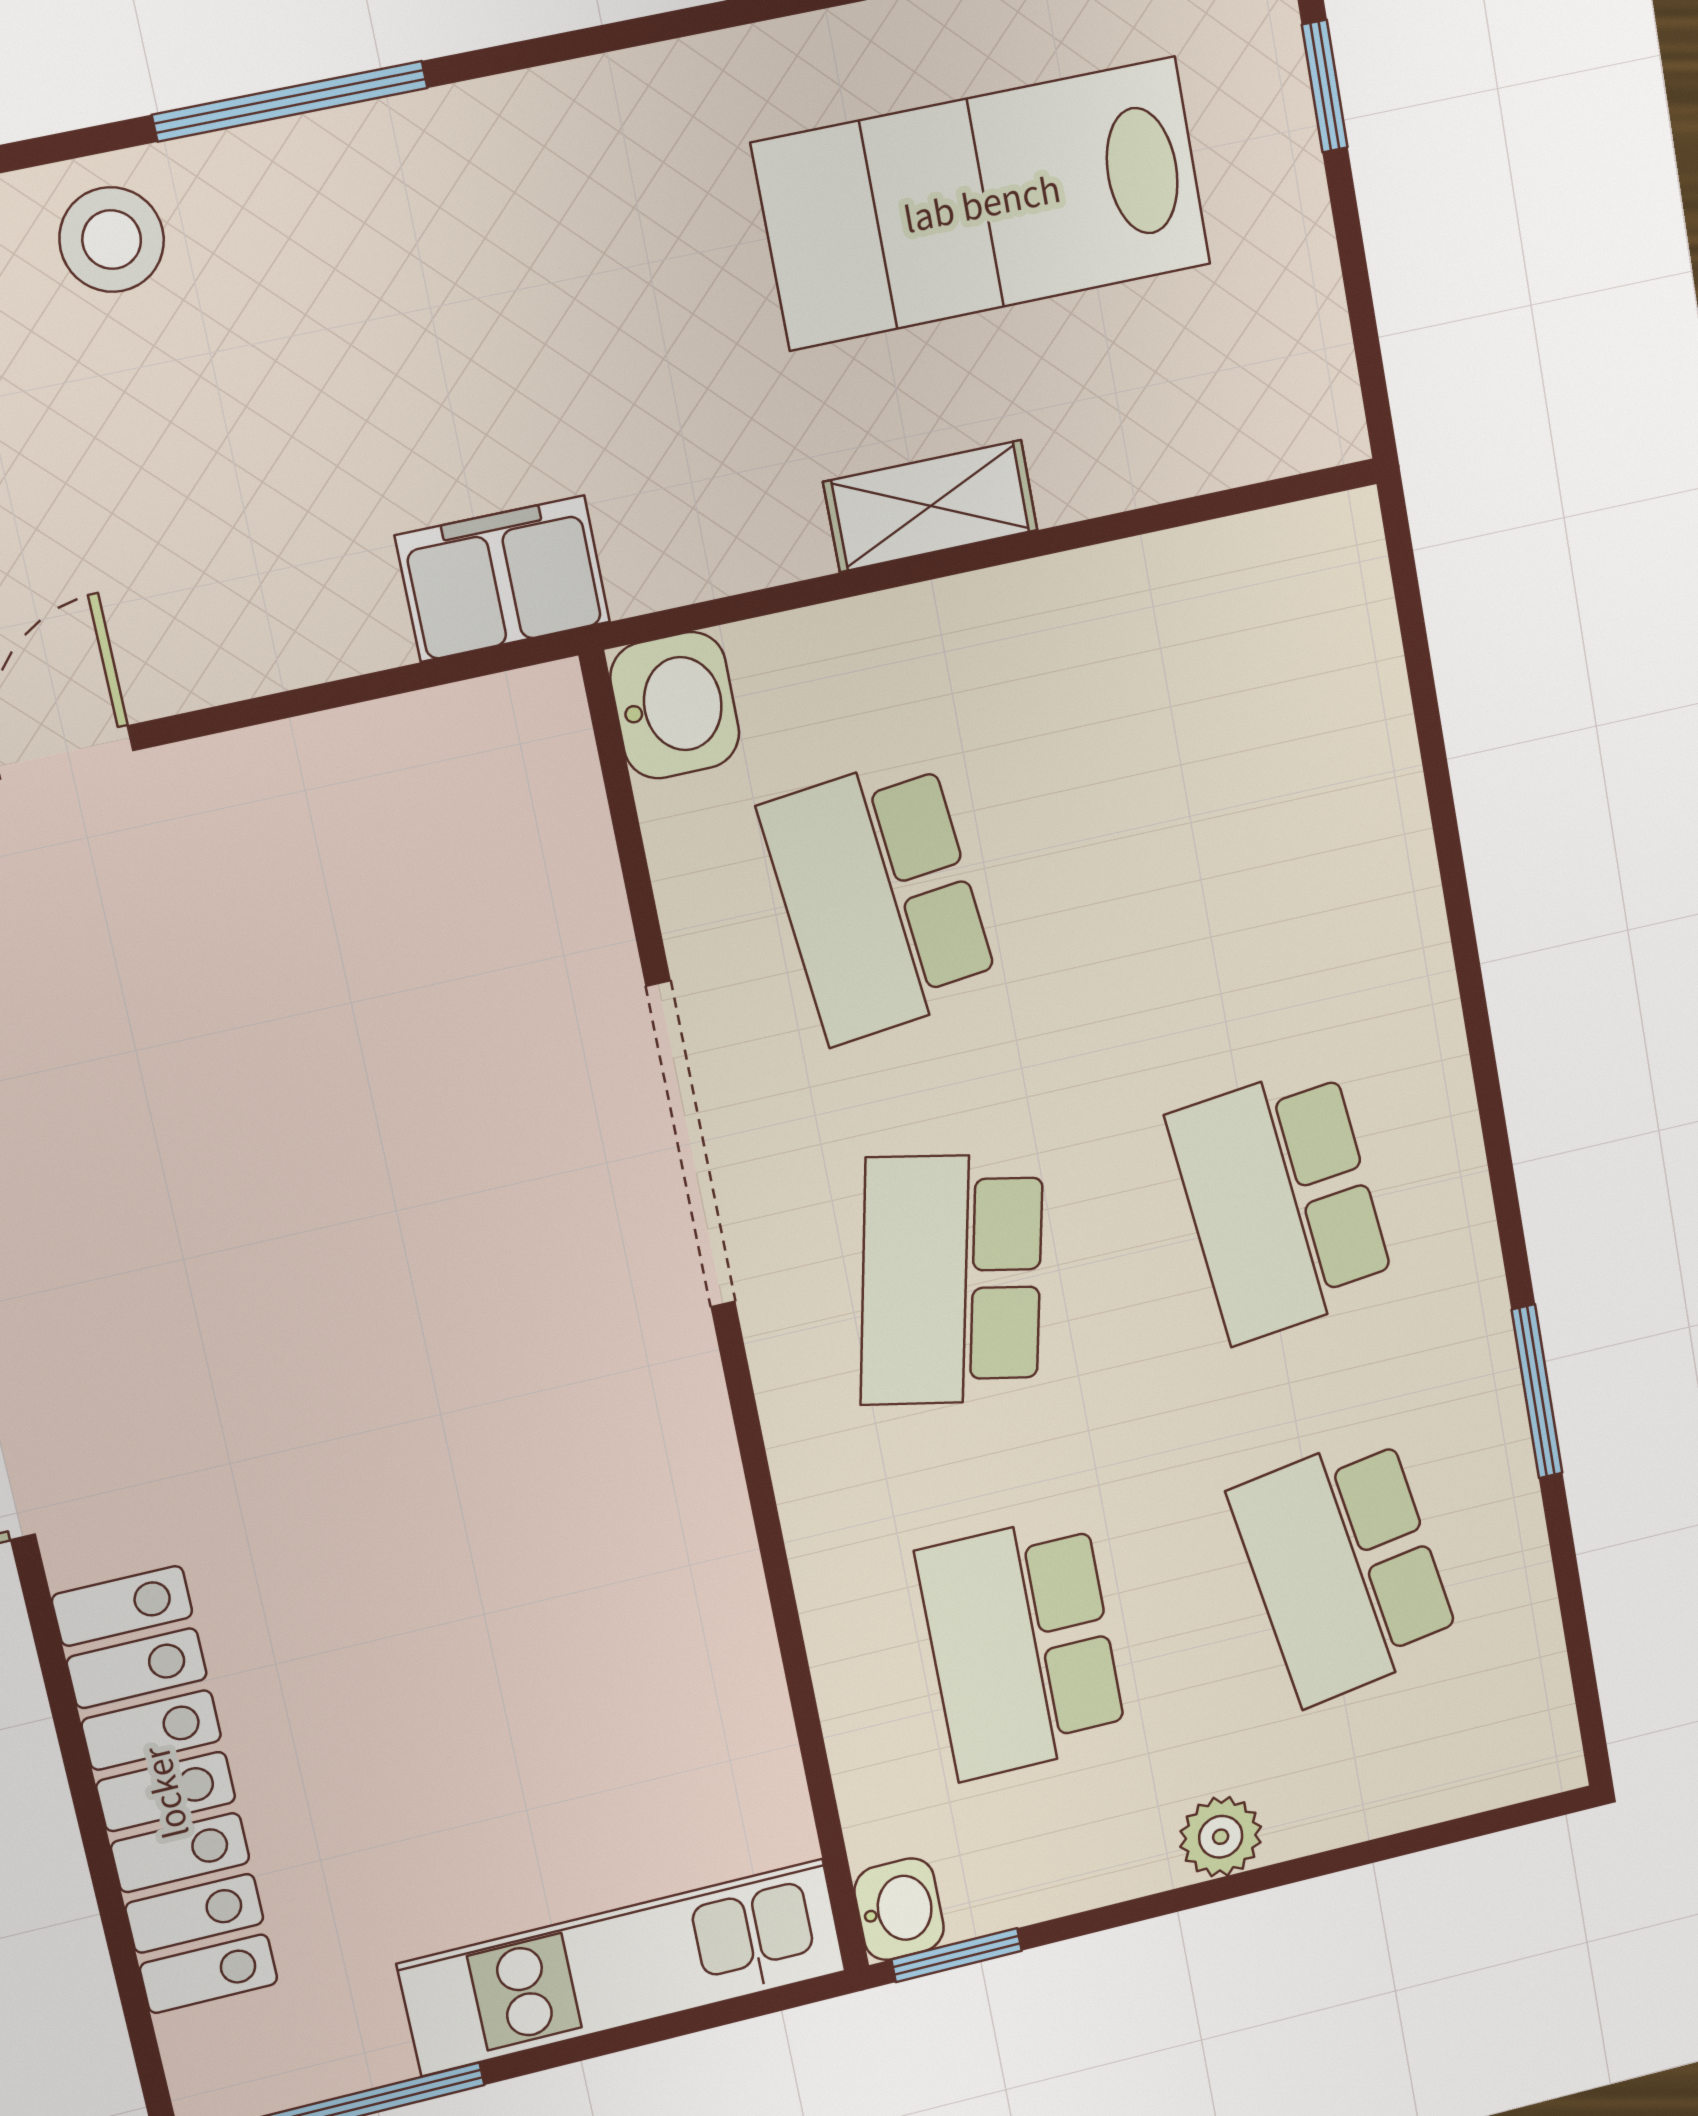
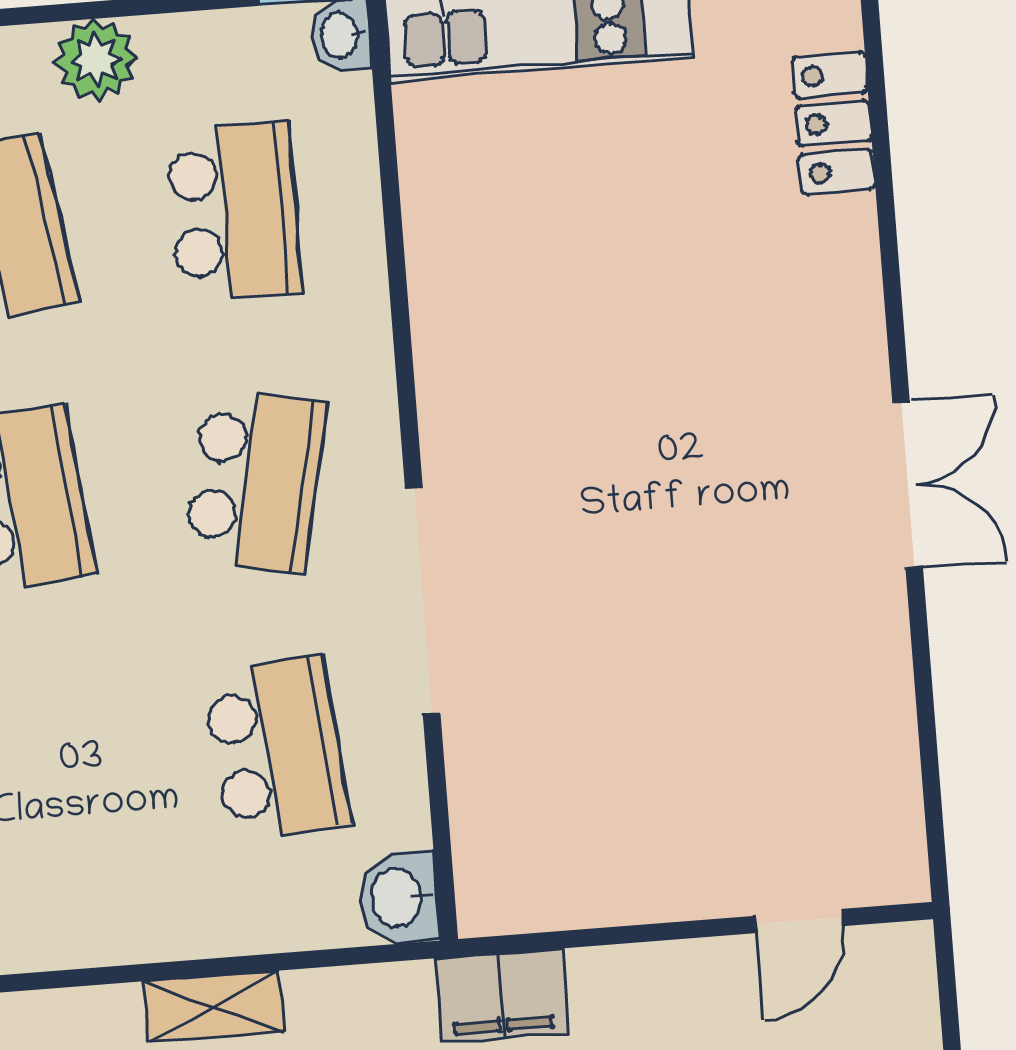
locker: (166, 1792) -> (833, 123), width x0.46, depth x0.83
plant: (1221, 1837) -> (96, 60), width x1.38, depth x1.38

